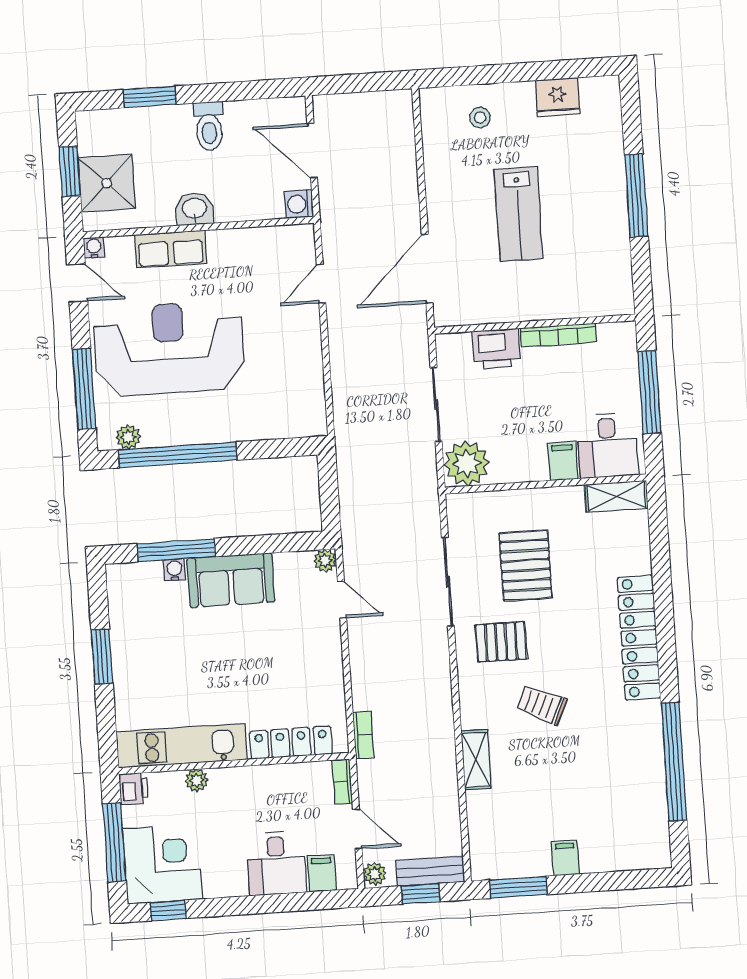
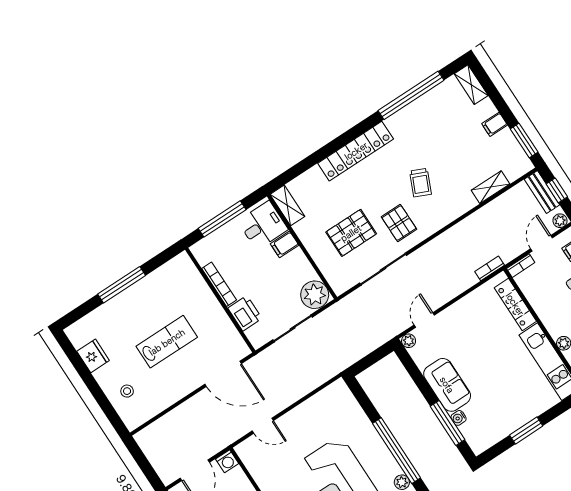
shelving: (476, 760) -> (490, 187), moved
shelving: (641, 856) -> (471, 85), added

